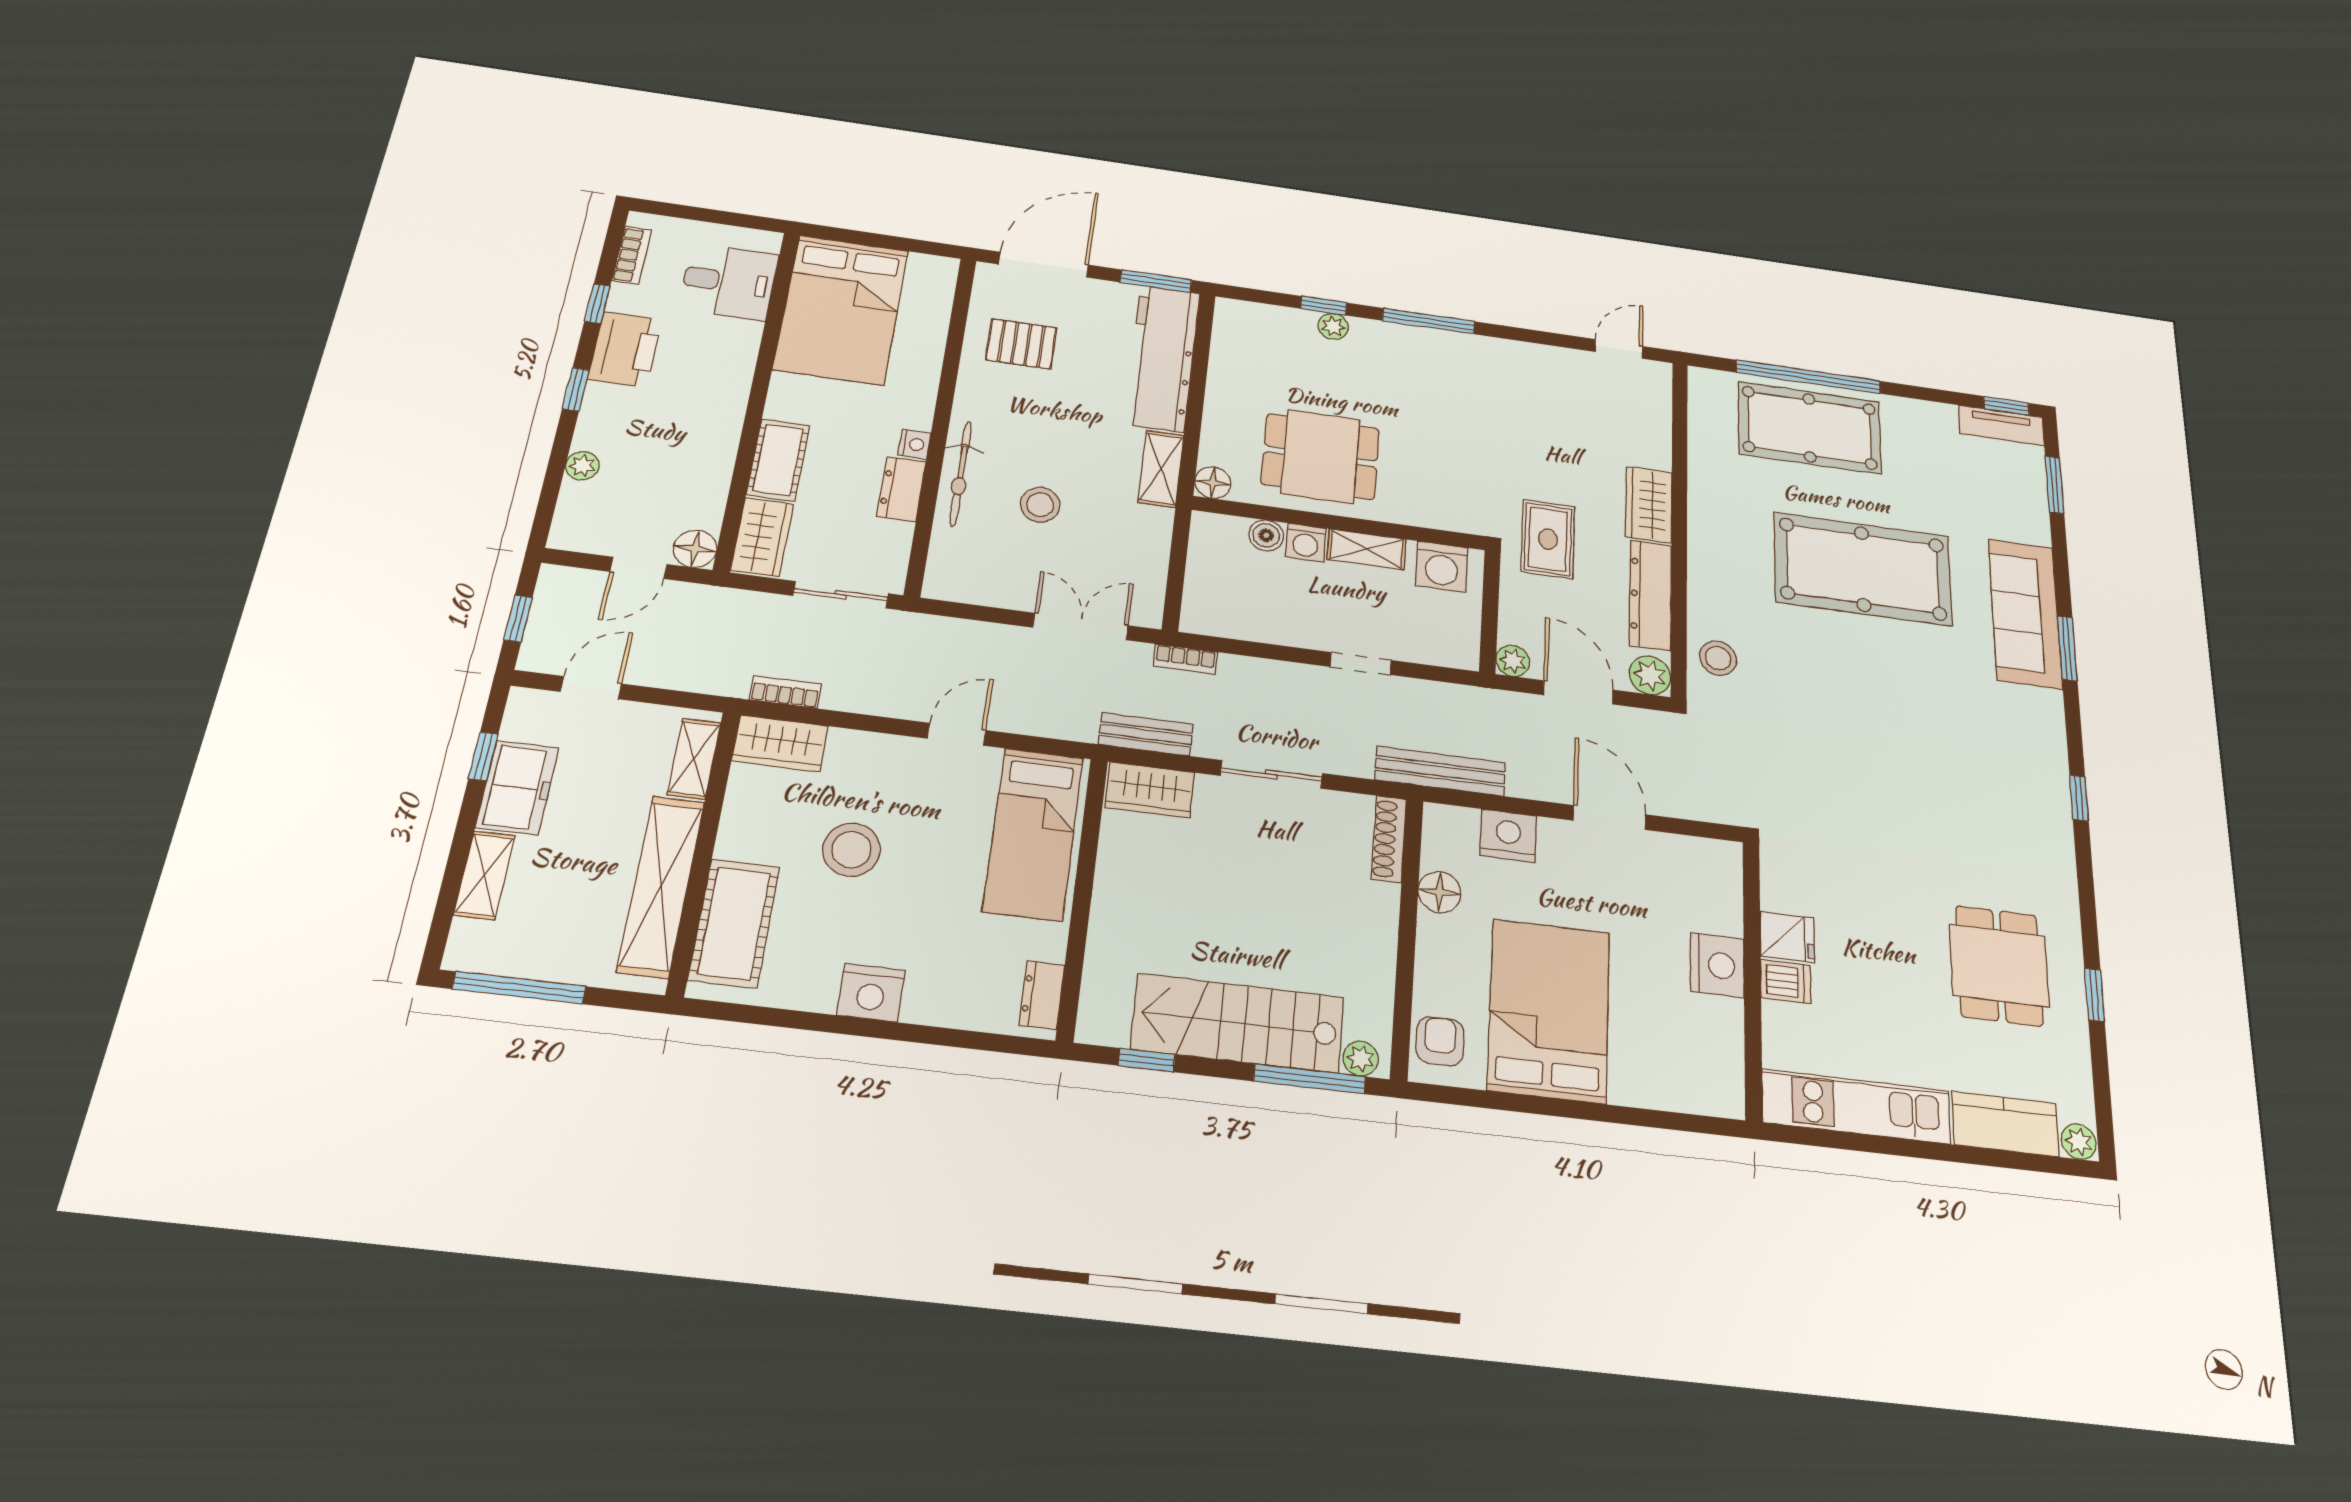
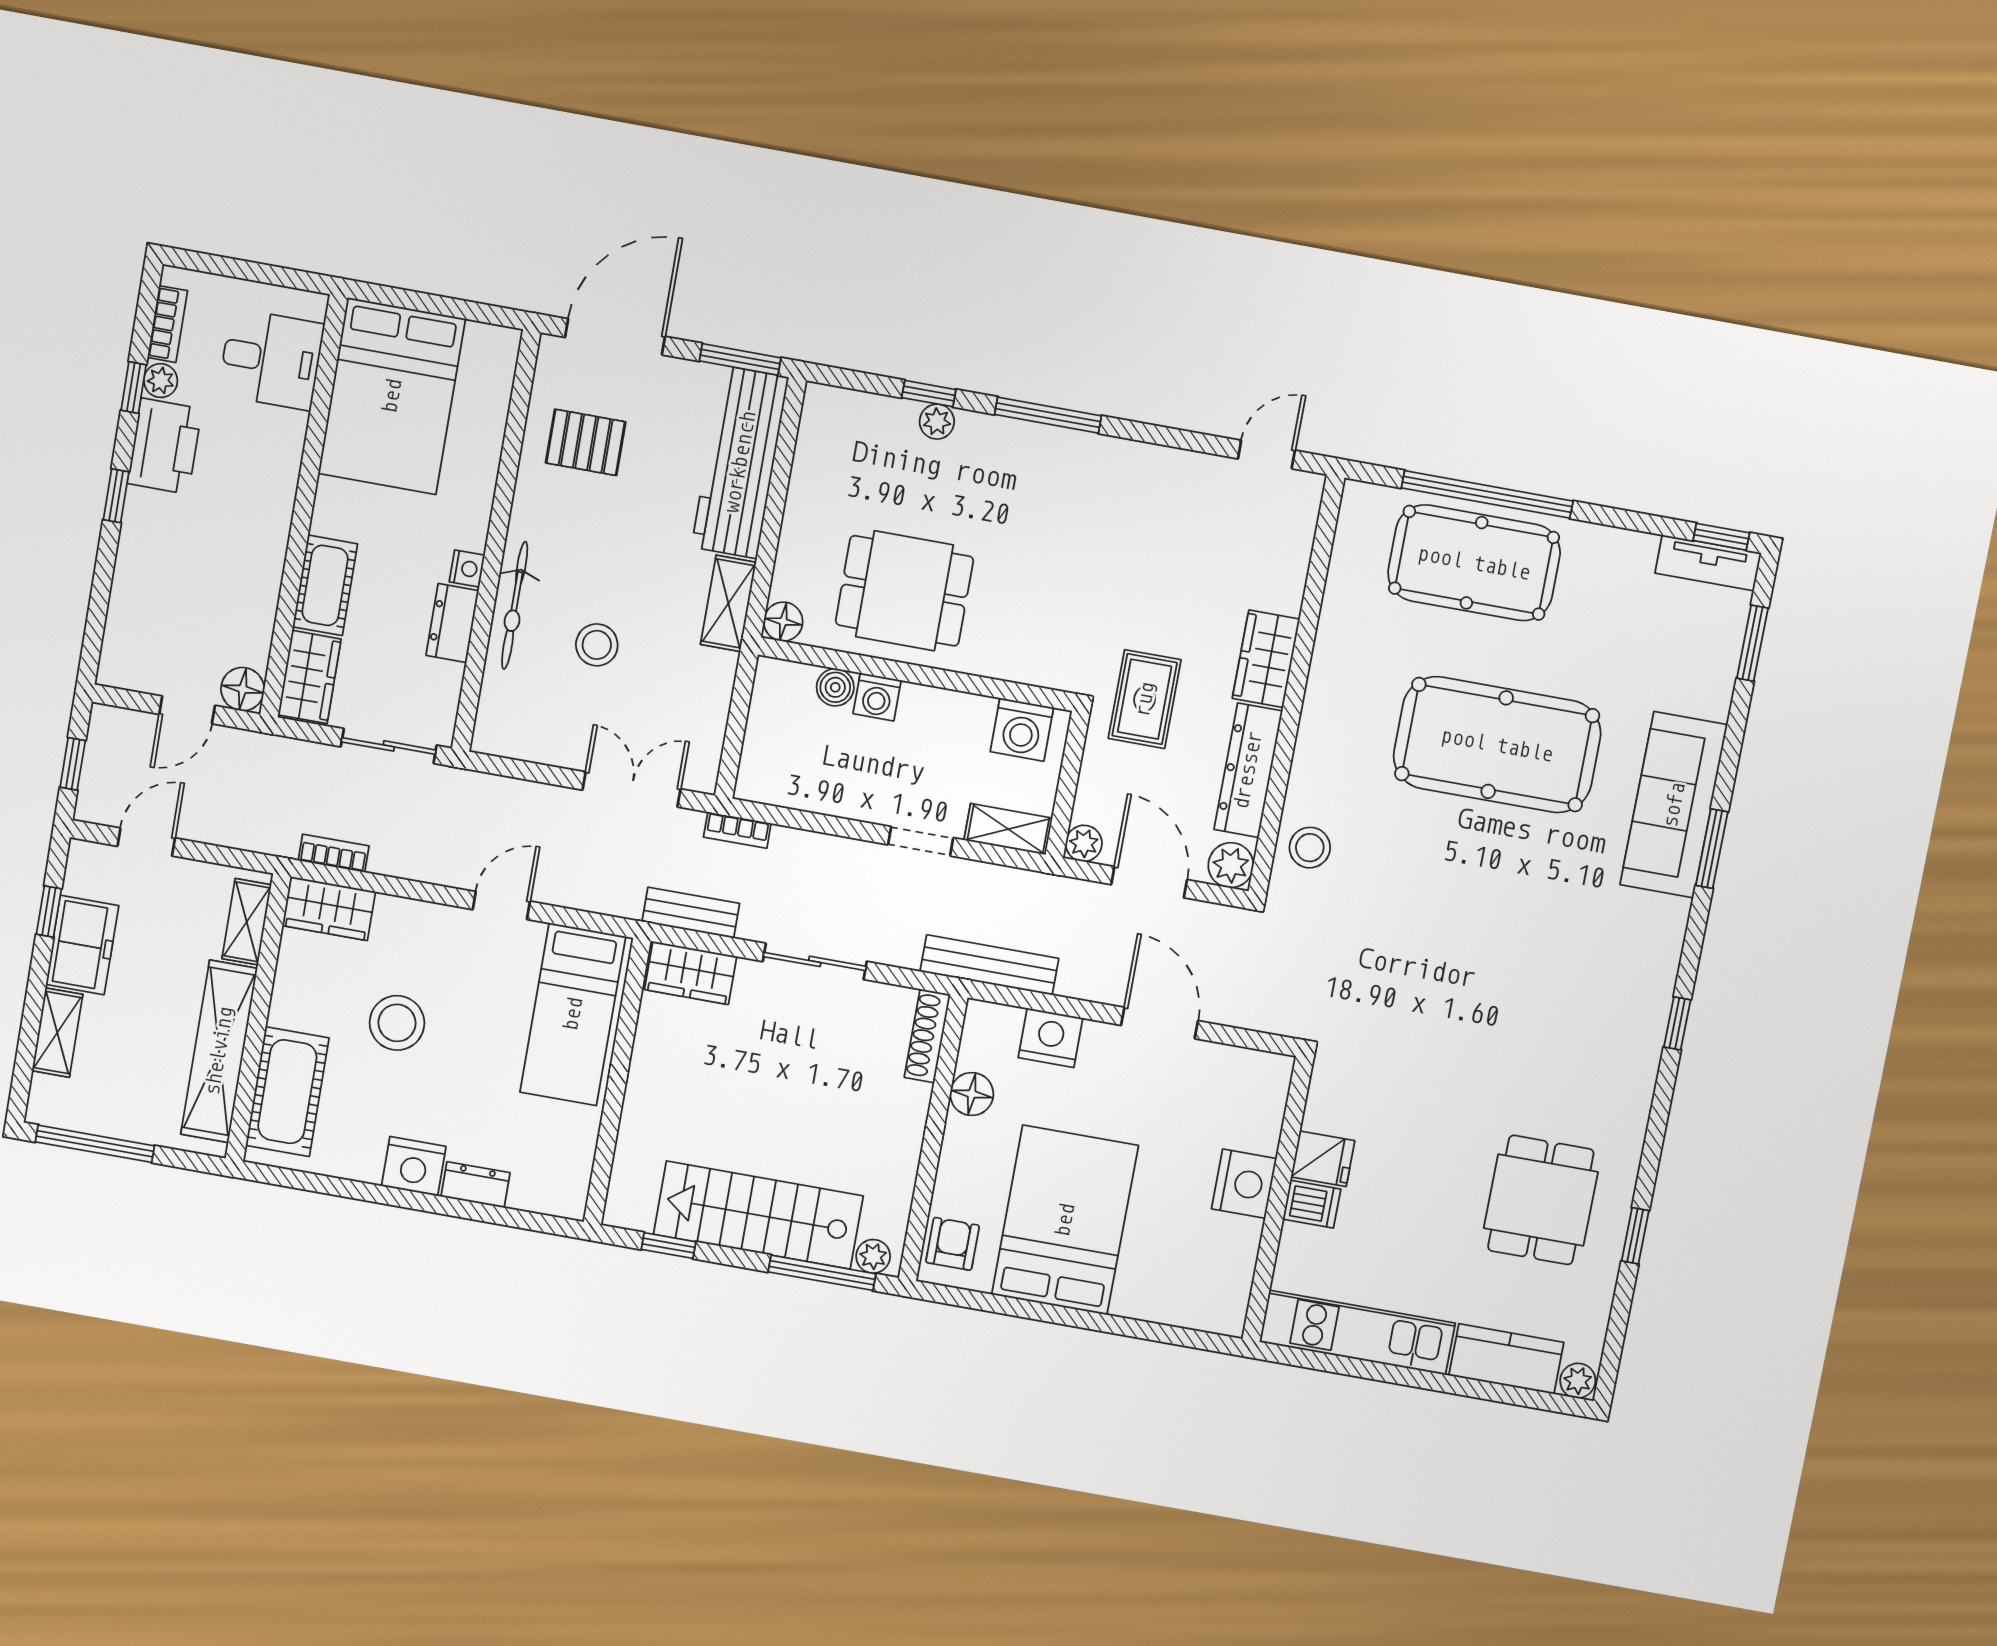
plant: (582, 466) -> (161, 381), moved
shelving: (1366, 549) -> (1008, 829), moved
dresser: (1042, 995) -> (476, 1185), moved, turned 90

